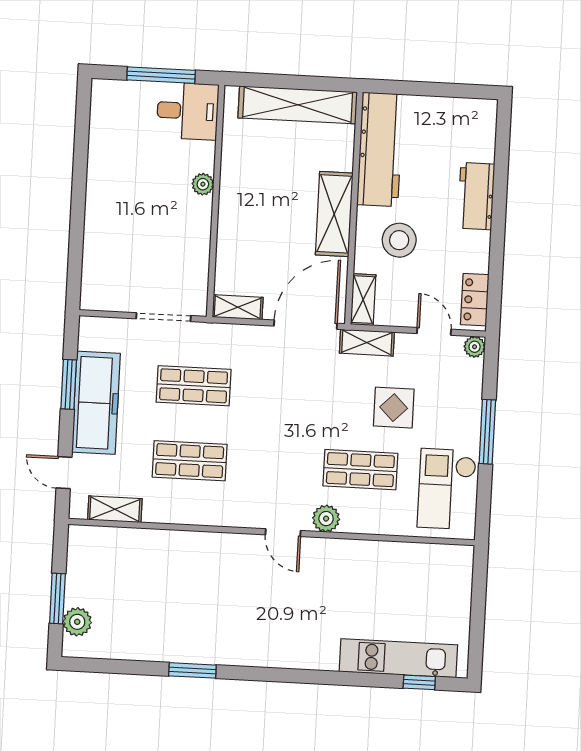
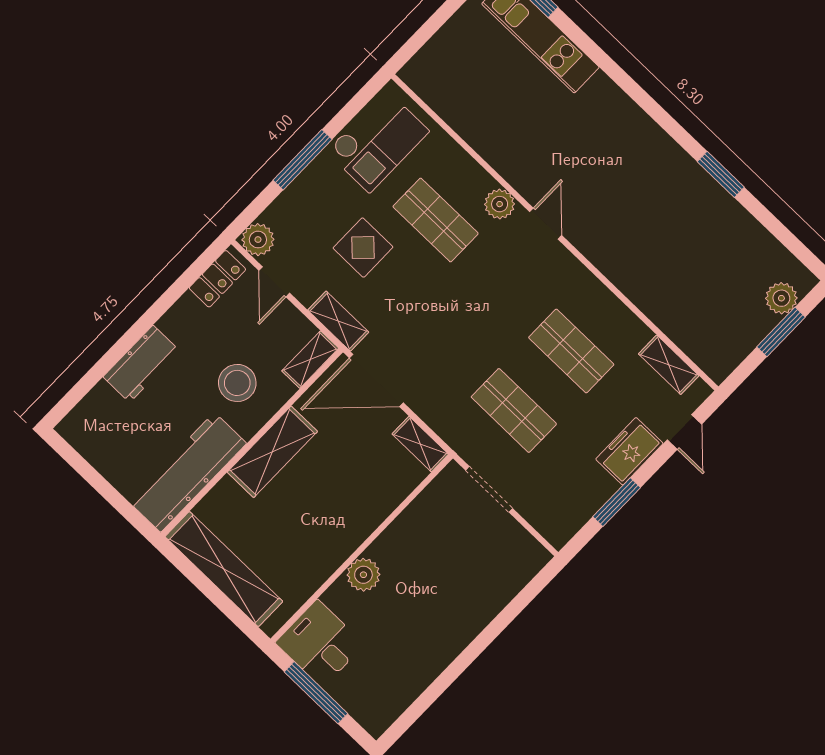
plant: (203, 184) -> (363, 575), width x1.38, depth x1.38
plant: (475, 347) -> (258, 240), width x1.38, depth x1.38
freezer: (96, 403) -> (629, 451), width x0.52, depth x0.79

